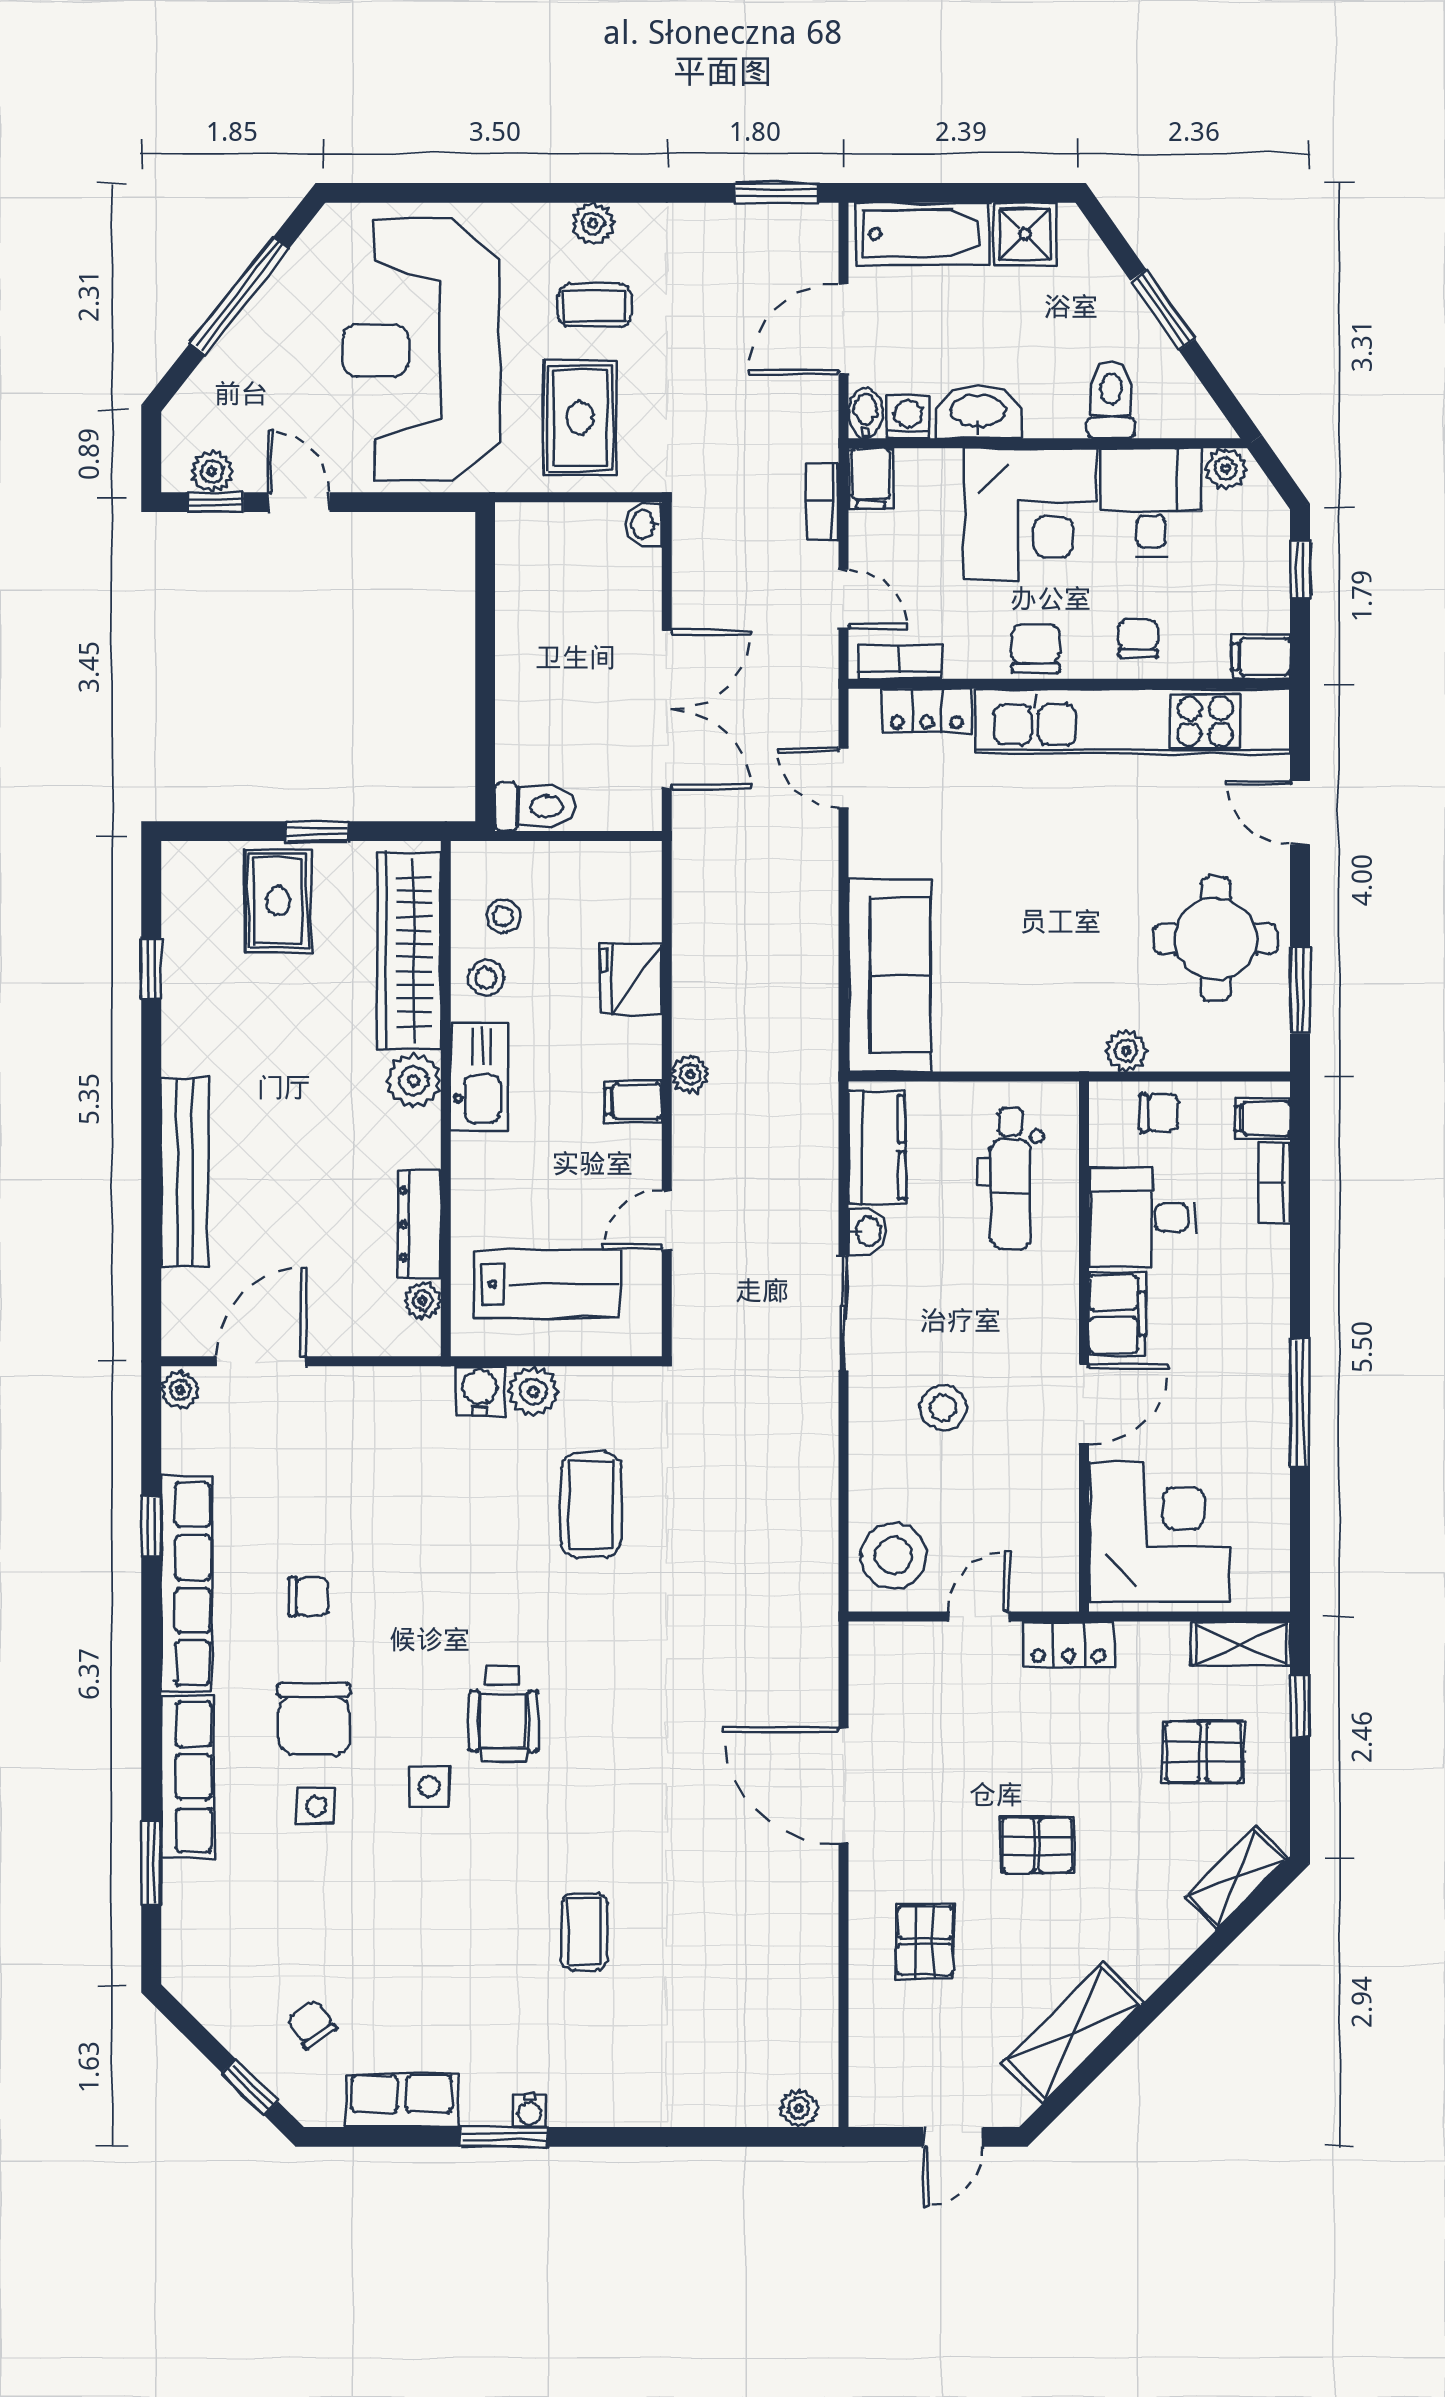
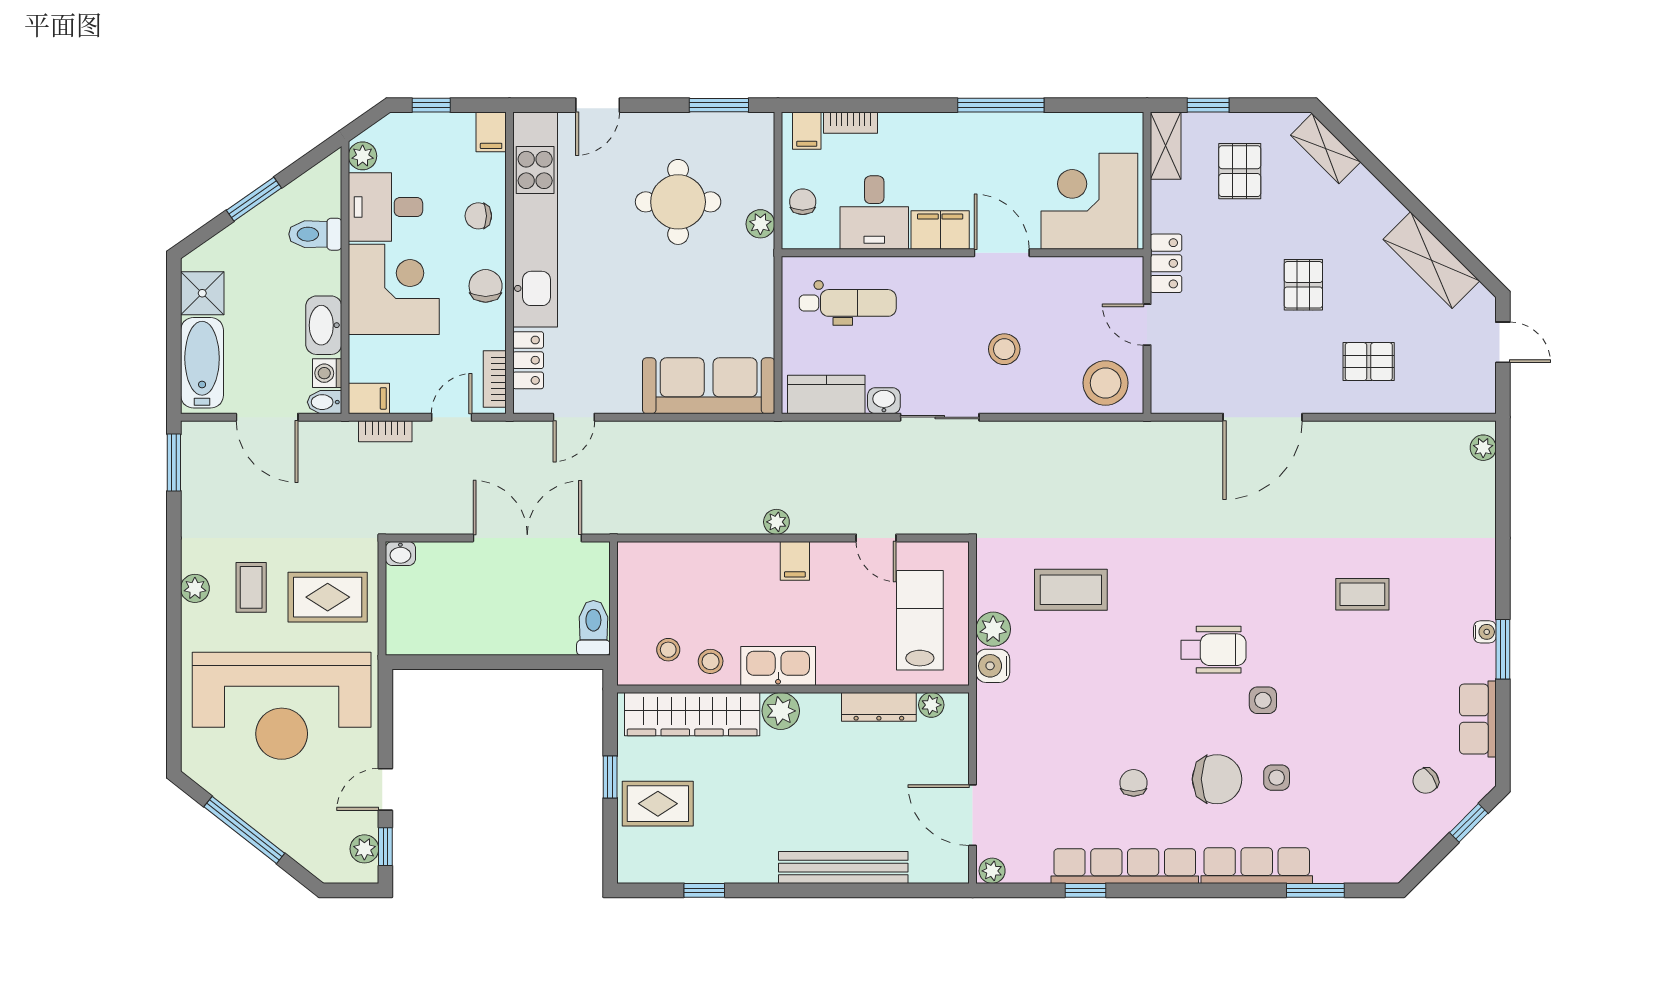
chair: (1036, 649) -> (486, 286), turned 90
round table: (1216, 939) -> (678, 202), moved
fridge: (631, 979) -> (711, 562), removed

